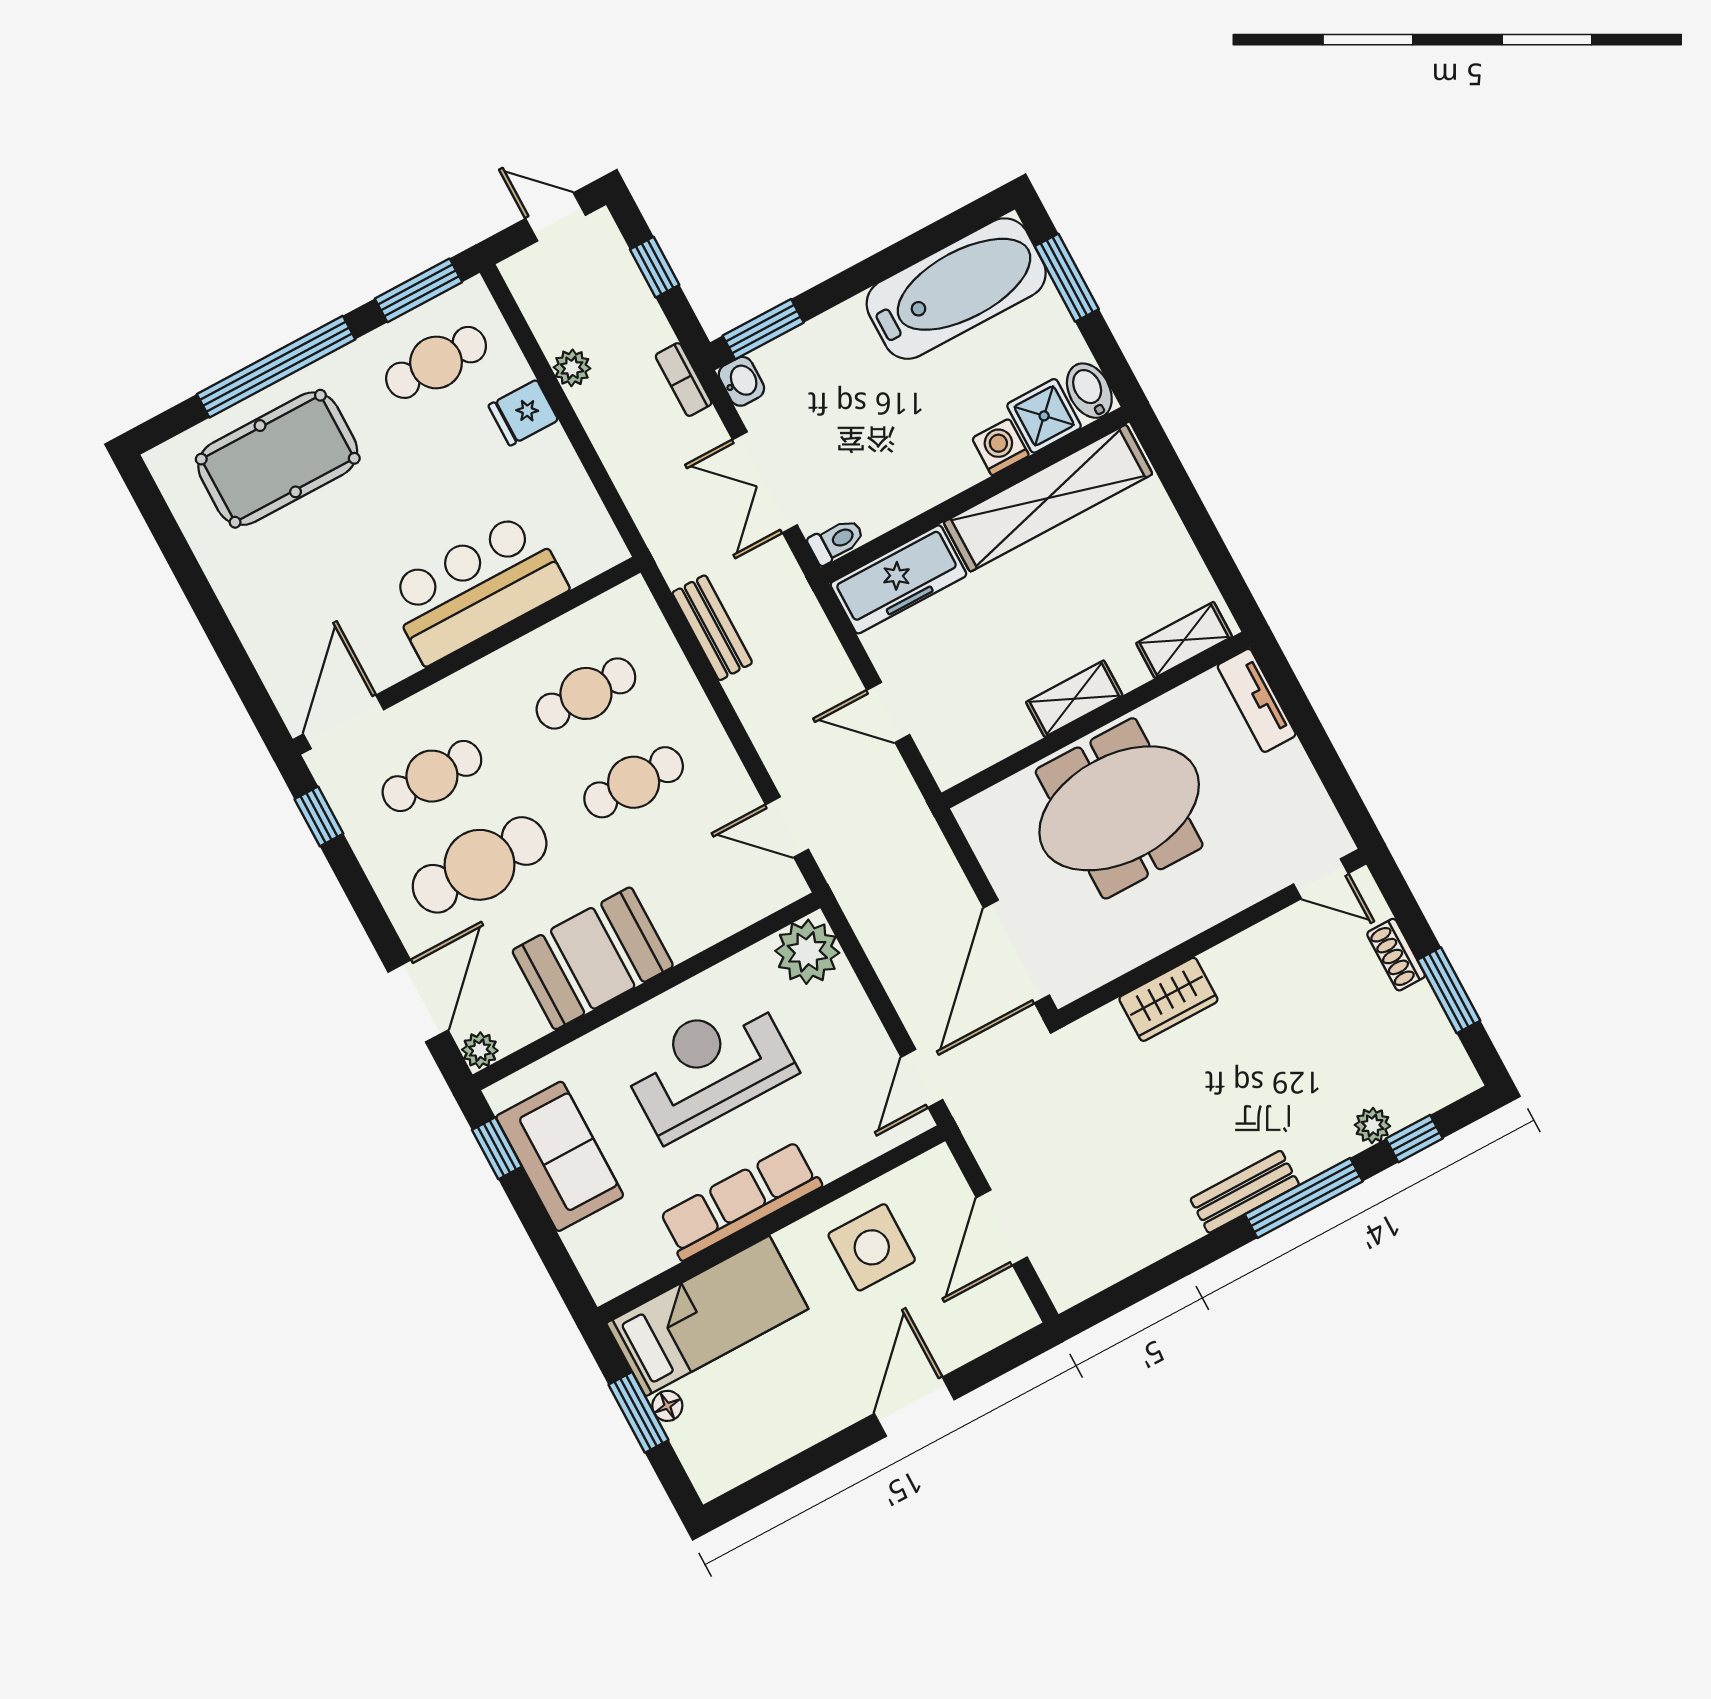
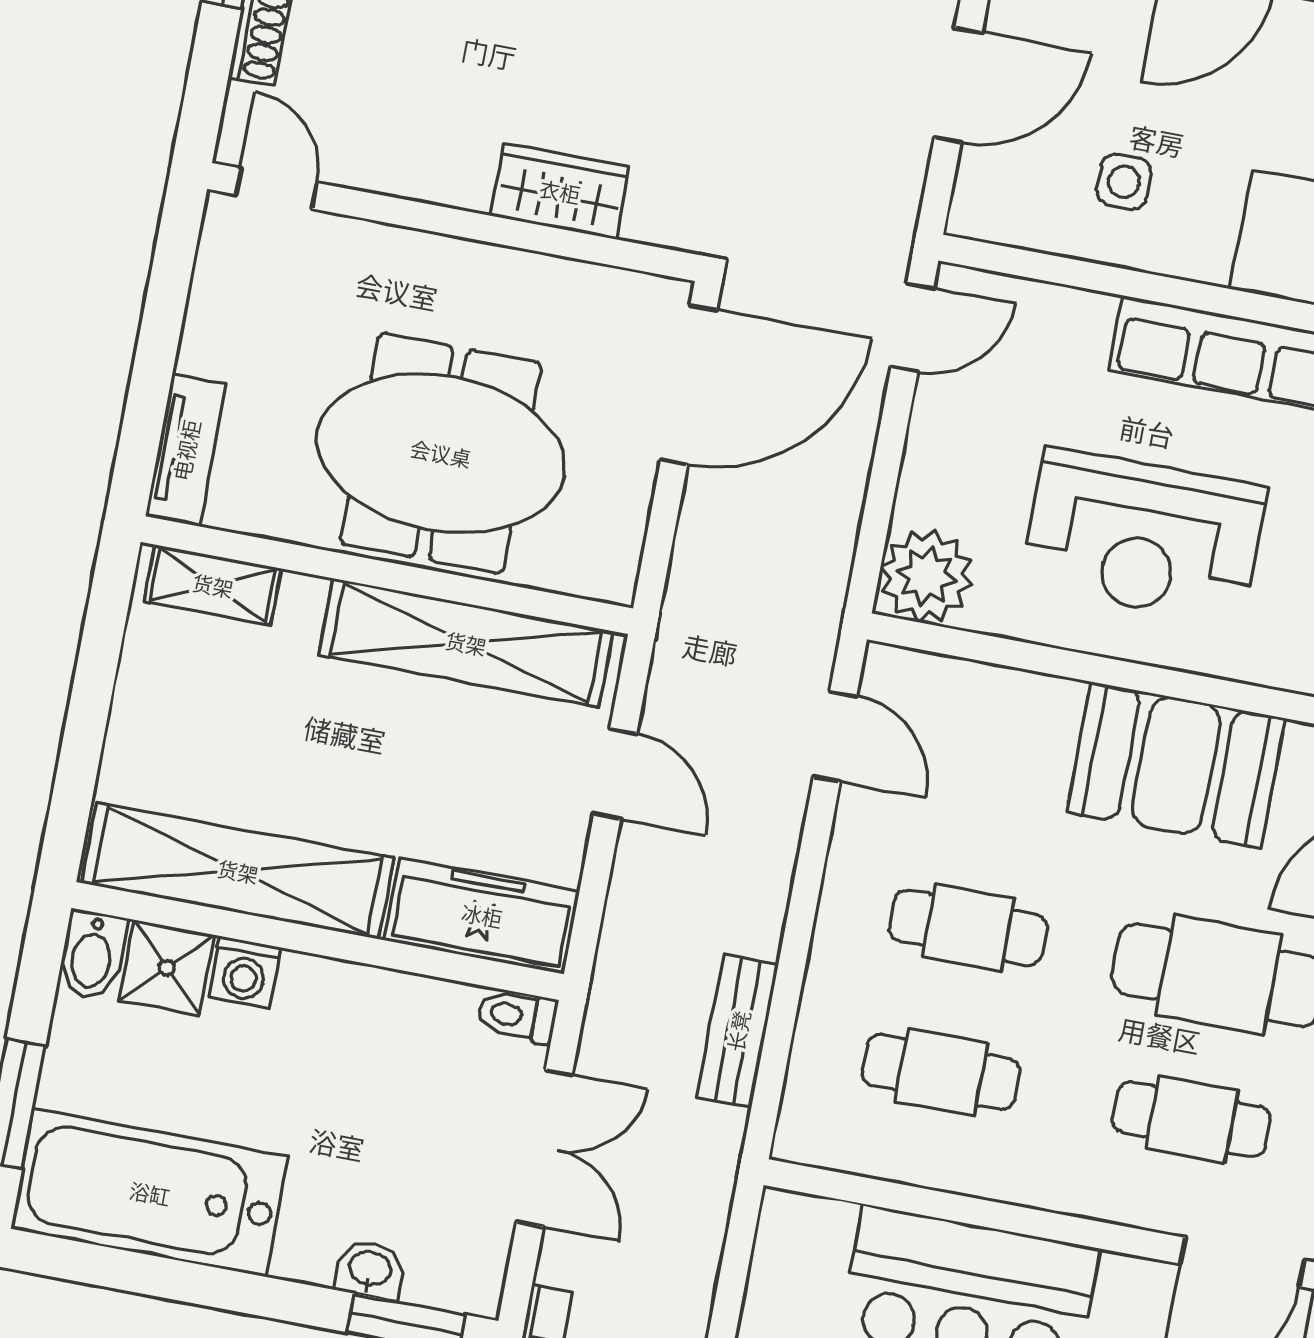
washbasin: (741, 381) -> (370, 1270), moved, turned 90
shelving: (1074, 699) -> (466, 643), width x2.20, depth x1.33
side table: (872, 1247) -> (1124, 182), width x0.54, depth x0.54

